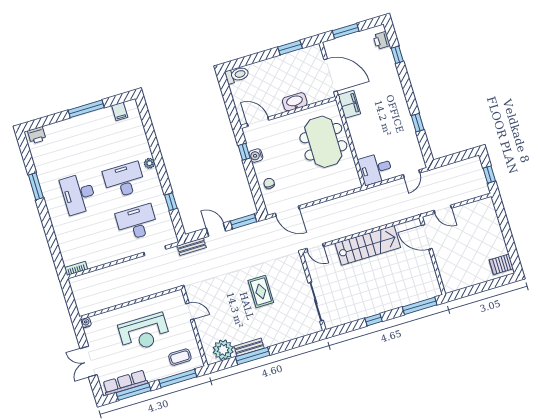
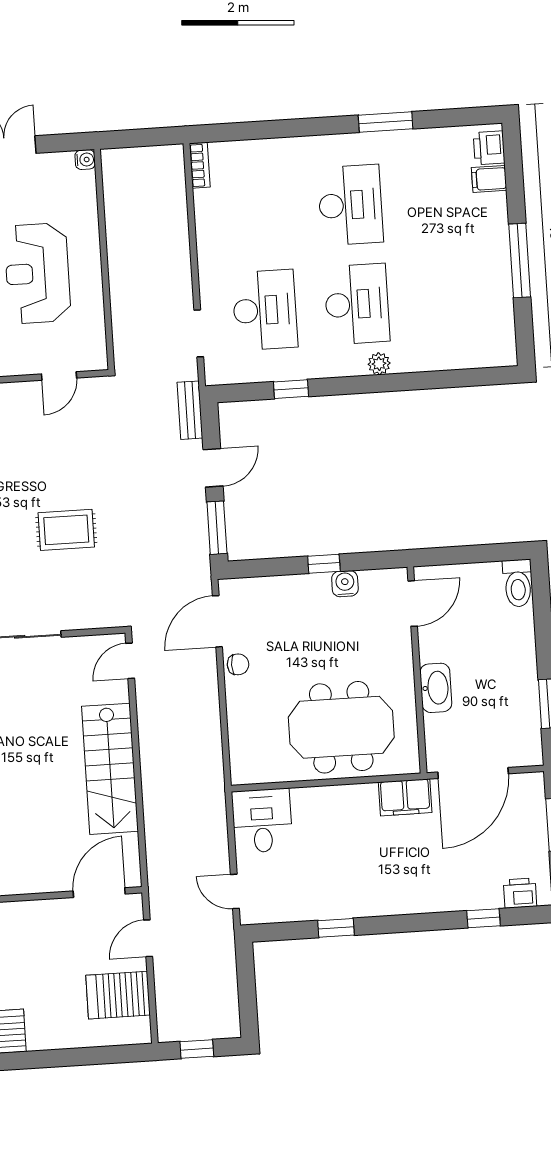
filing cabinet: (120, 111) -> (489, 179), moved
window: (244, 152) -> (324, 564), moved
chair: (269, 183) -> (238, 664), moved
desk: (78, 194) -> (350, 205), turned 90
server rack: (473, 217) -> (118, 995), added

